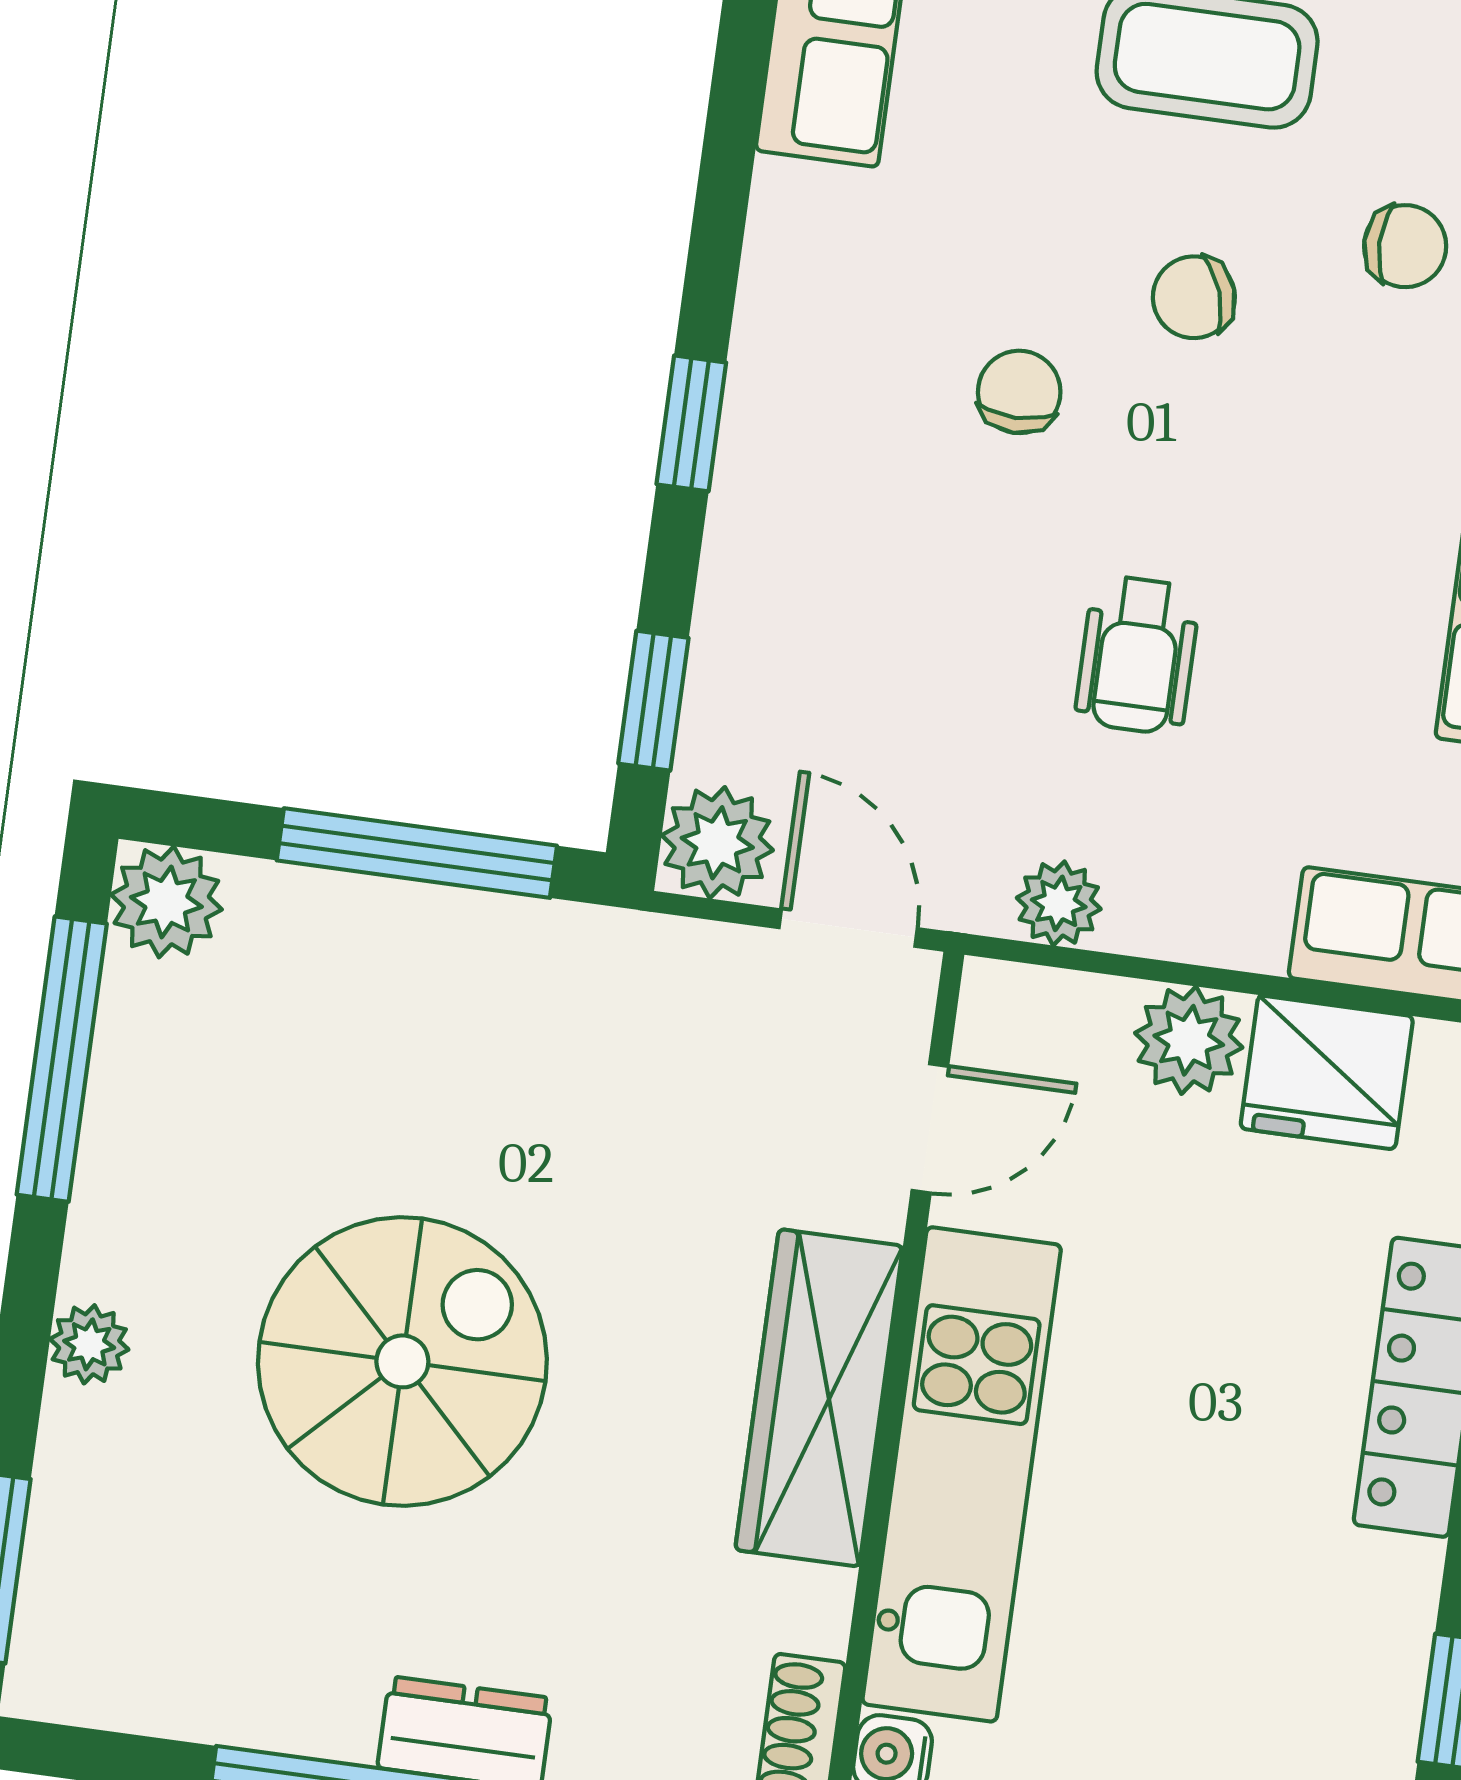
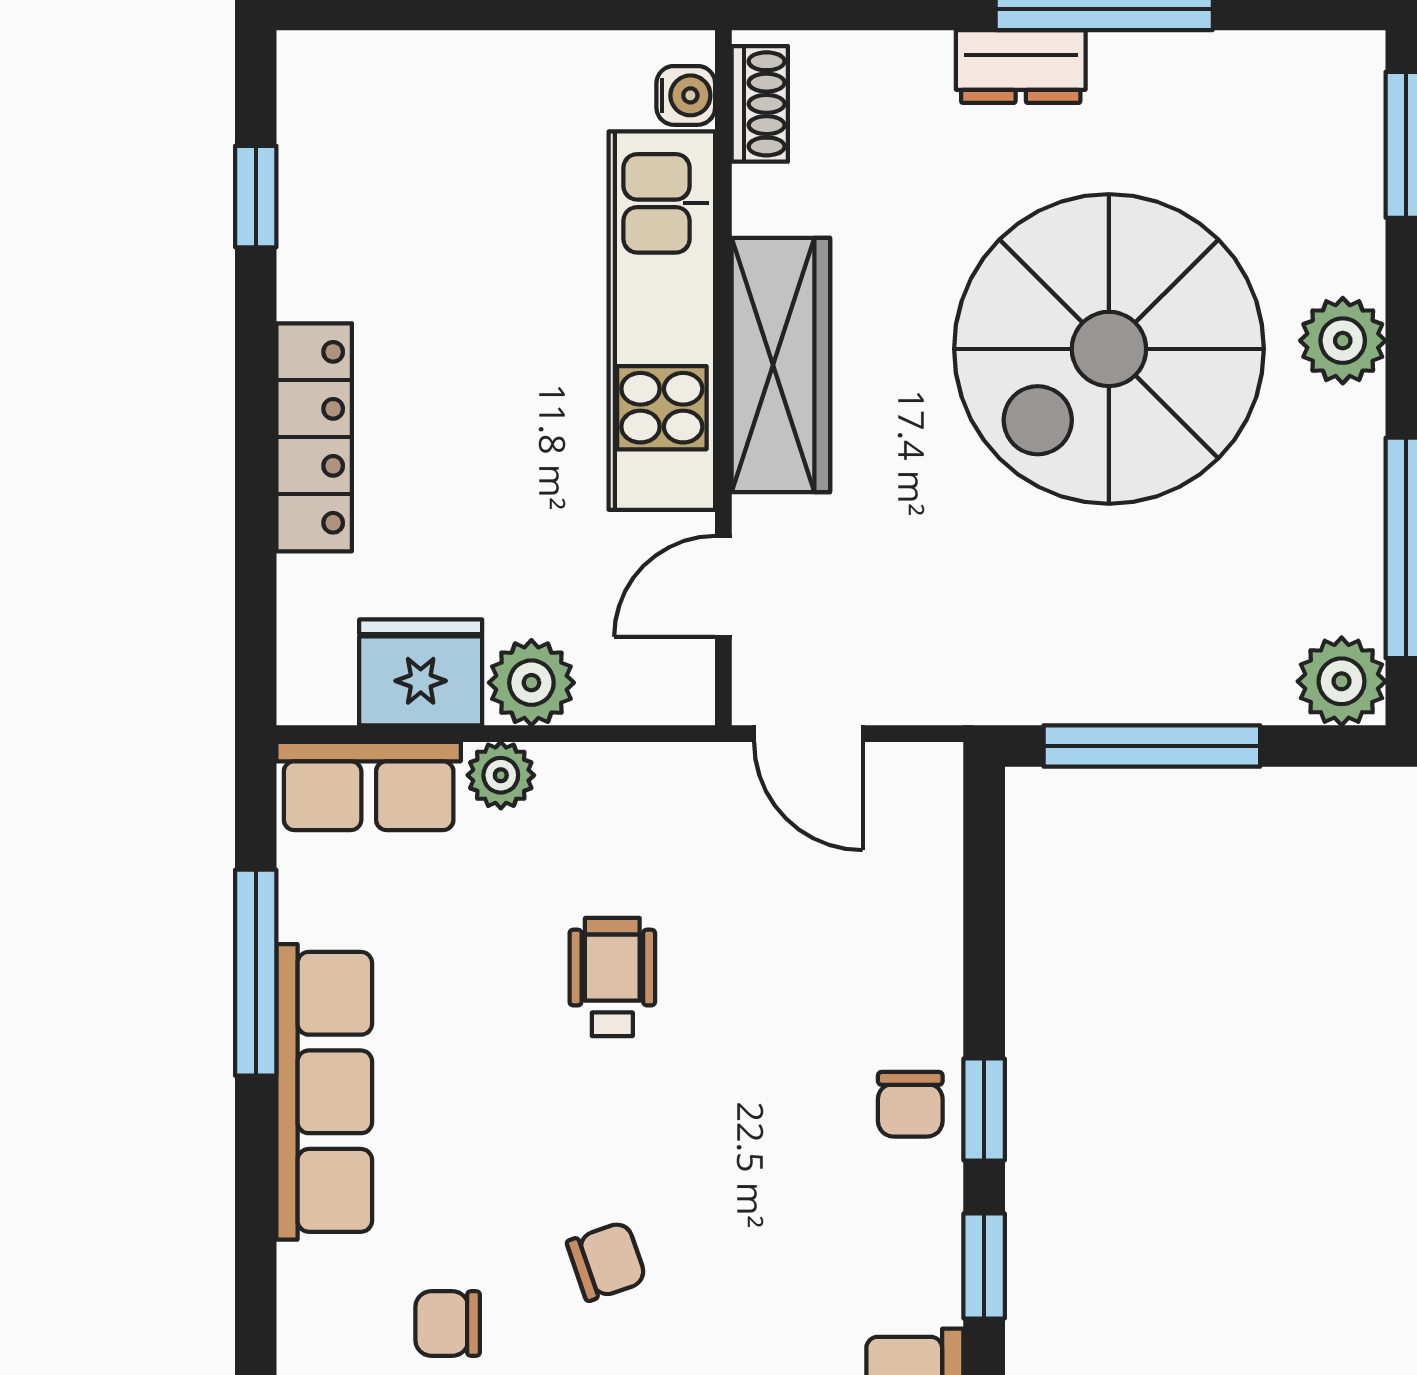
chair: (1019, 392) -> (910, 1104), moved
window: (653, 701) -> (984, 1266), moved
plant: (717, 843) -> (919, 786), removed
plant: (1059, 903) -> (501, 775), moved
plant: (89, 1344) -> (1343, 341), width x1.38, depth x1.38
spiral stairs: (402, 1361) -> (1109, 349), width x1.37, depth x1.37

